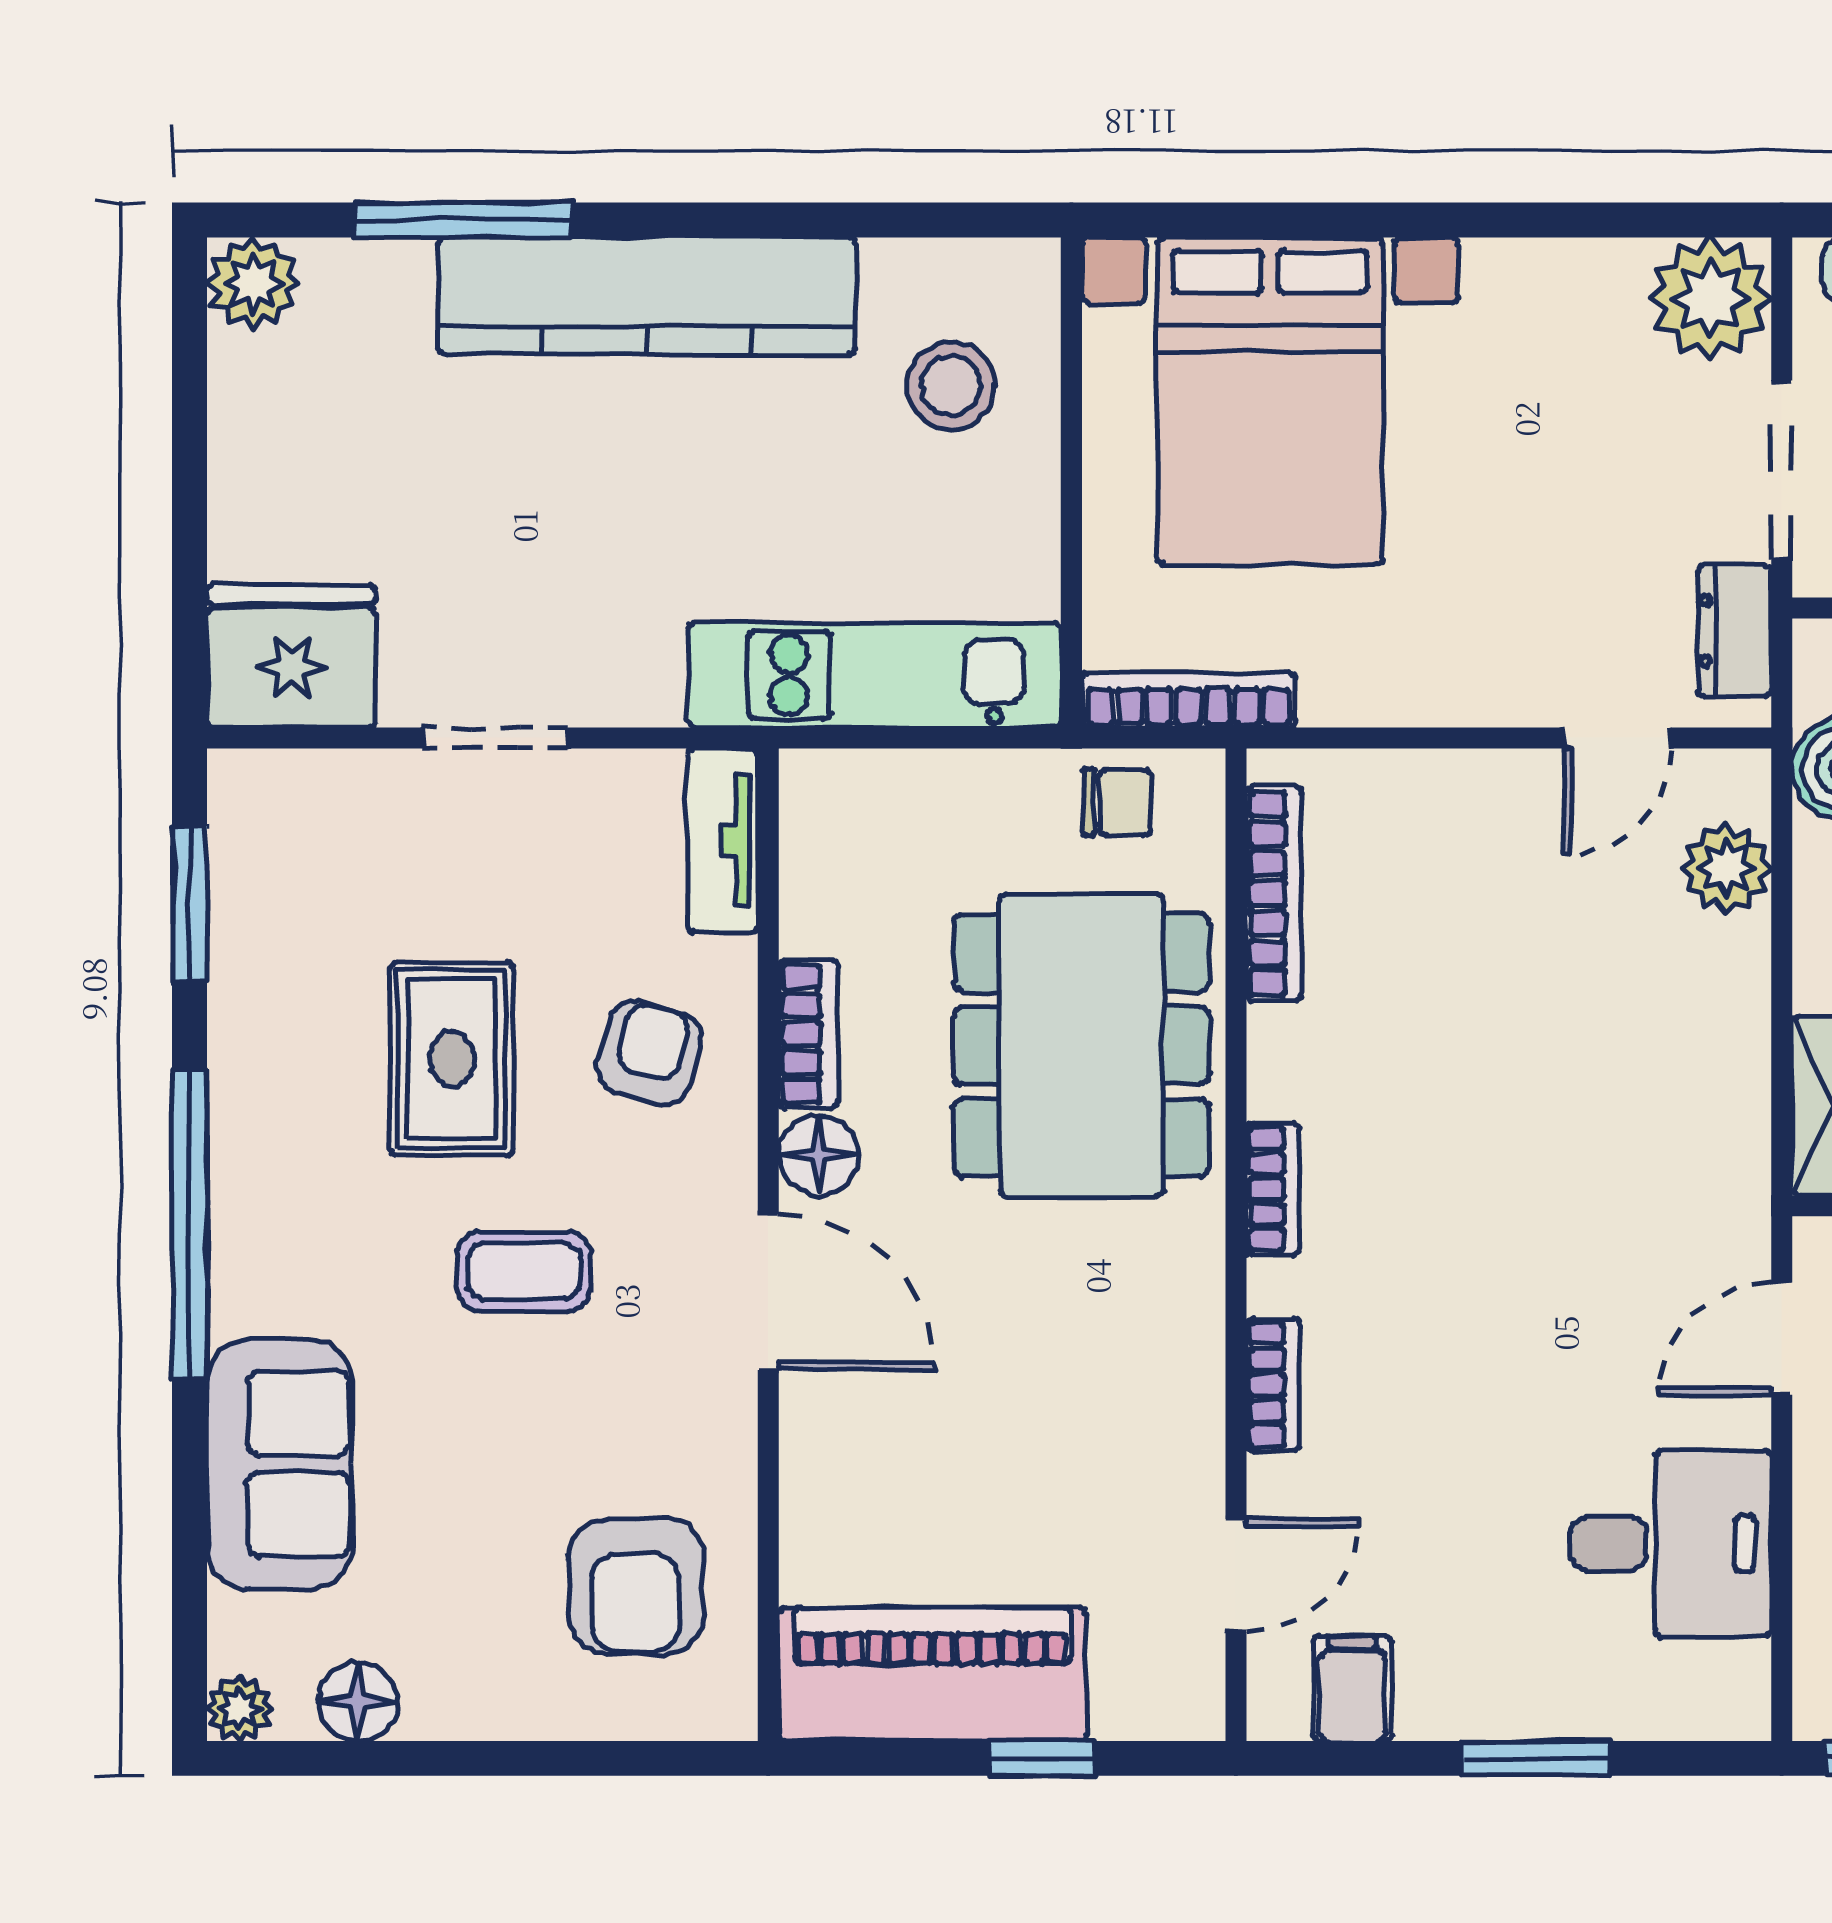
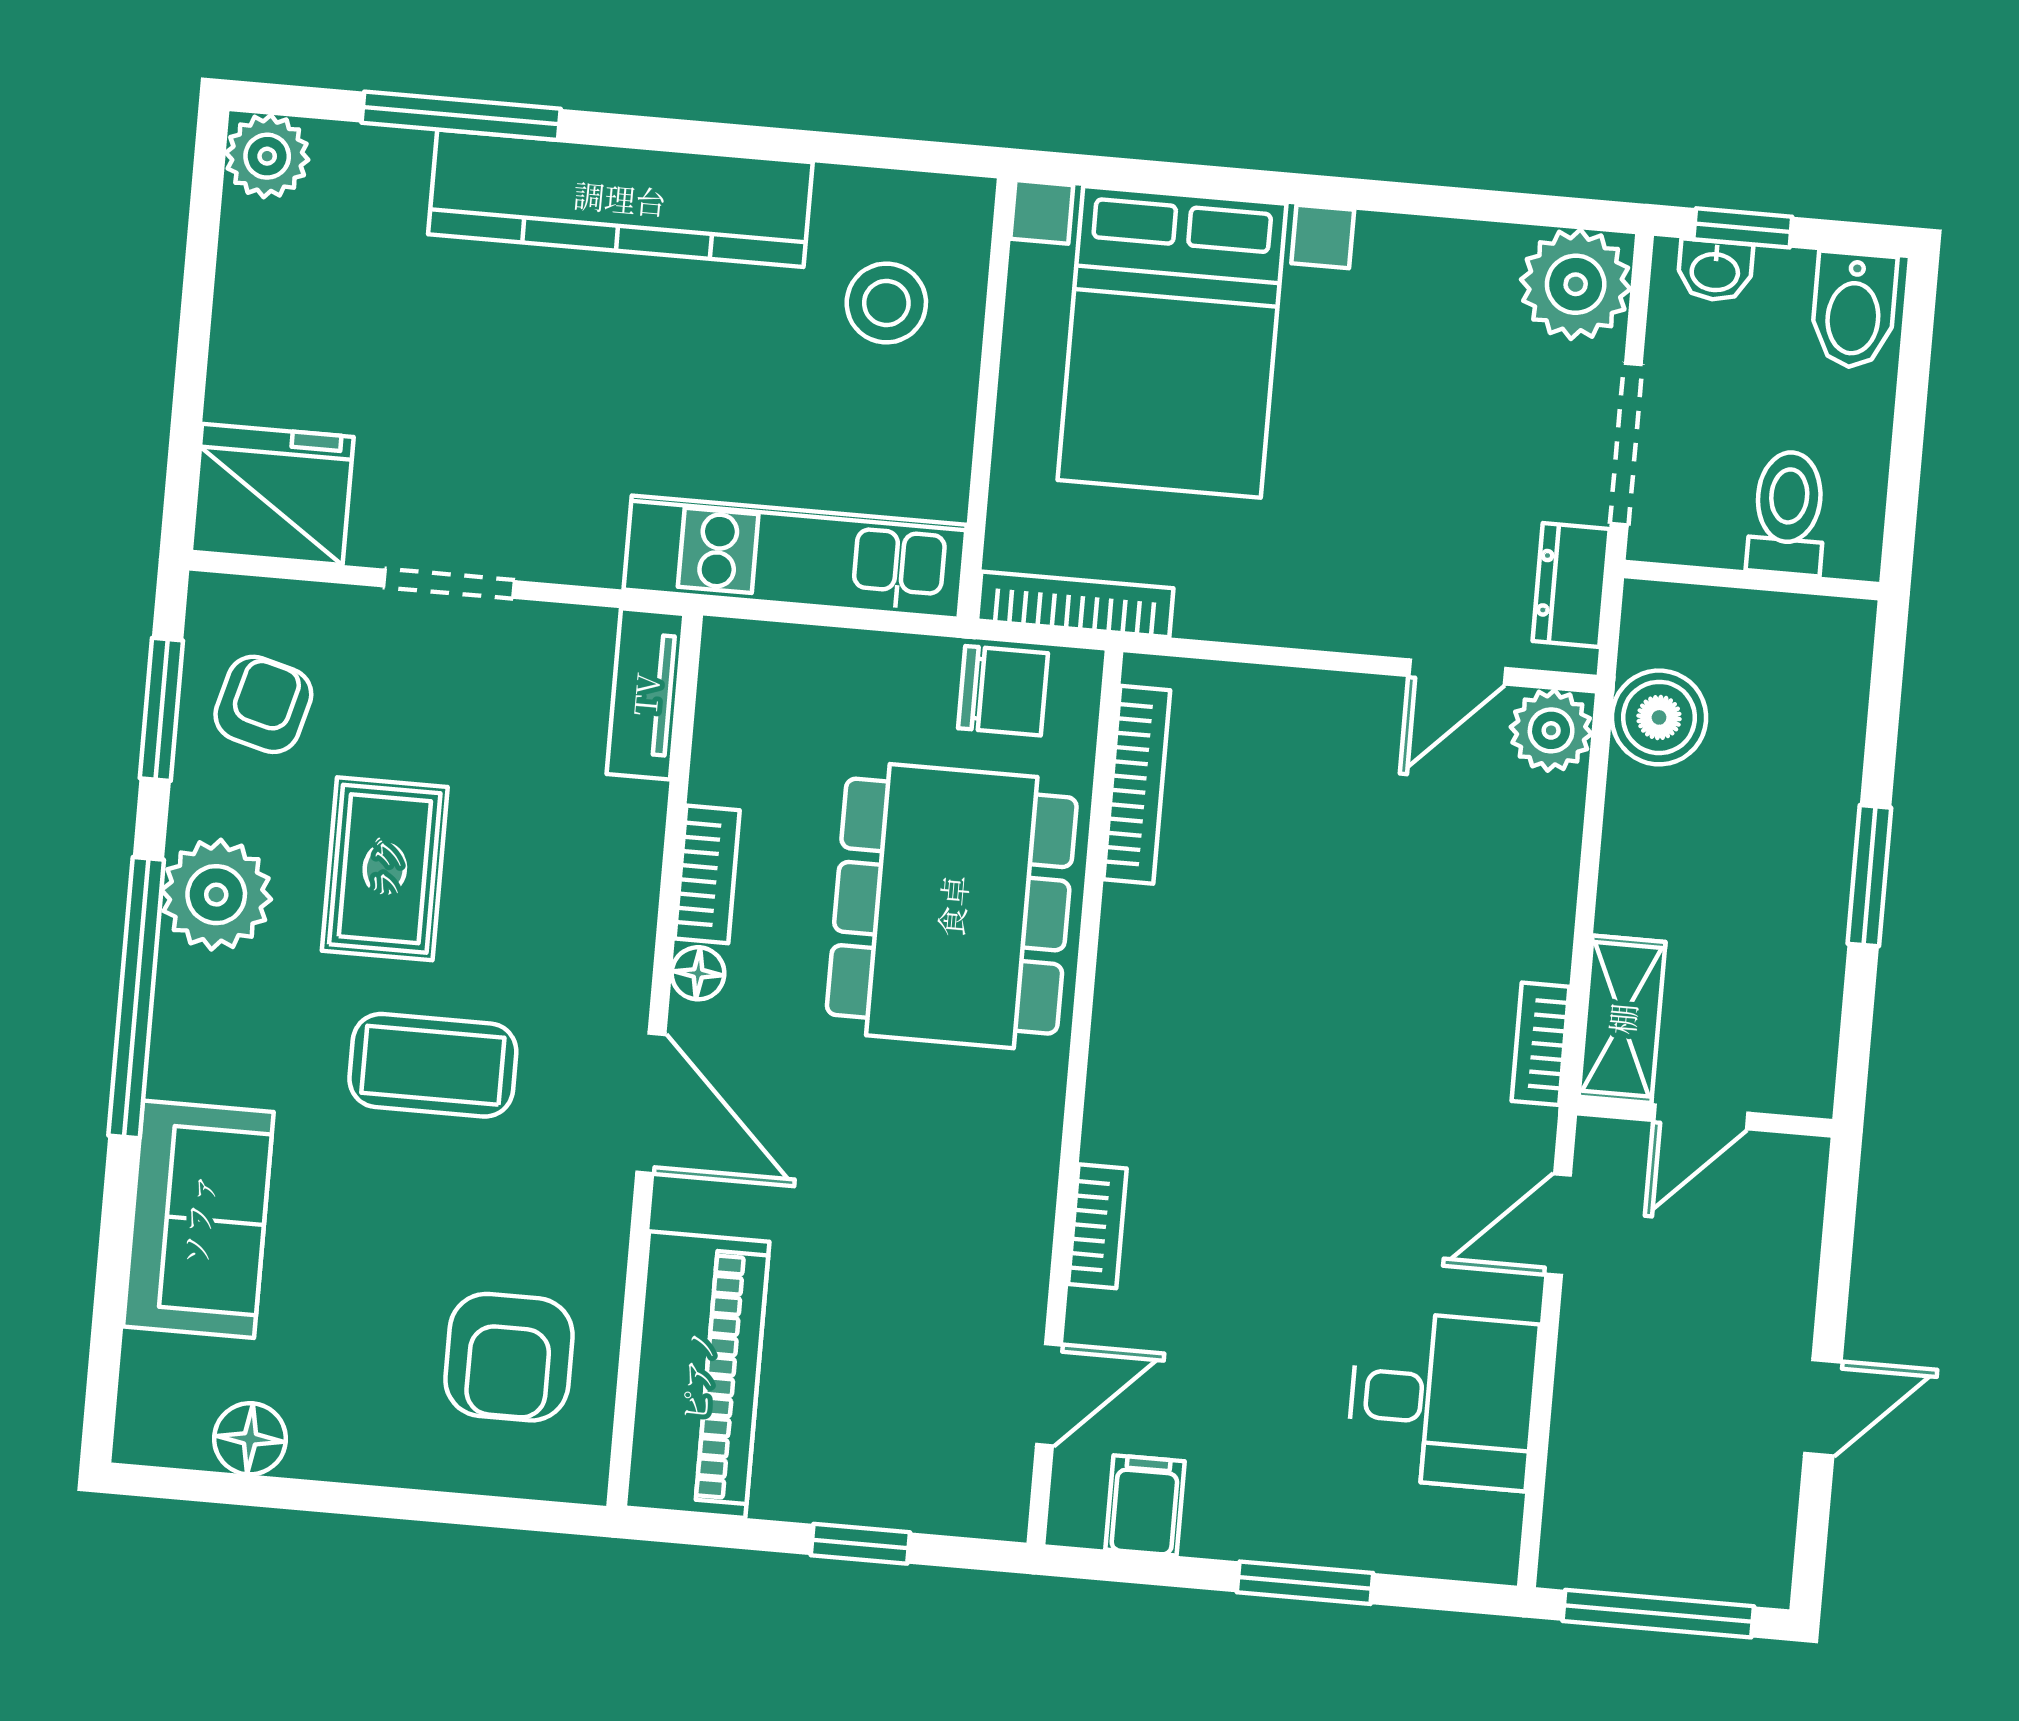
chair: (1117, 802) -> (1003, 691), width x1.37, depth x1.37
plant: (1726, 868) -> (1551, 730), moved
armchair: (650, 1053) -> (263, 704), moved
floor lamp: (818, 1155) -> (698, 973), width x0.73, depth x0.73
bookcase: (1273, 1189) -> (1541, 1044), moved, turned 180
coffee table: (524, 1271) -> (433, 1065), width x1.36, depth x1.30
piano: (932, 1674) -> (697, 1375), moved, turned 90
plant: (239, 1708) -> (216, 895), moved, width x1.87, depth x1.87

